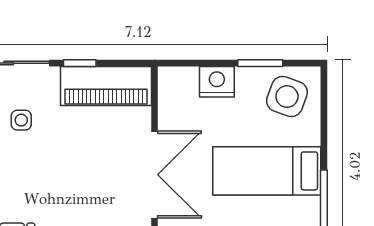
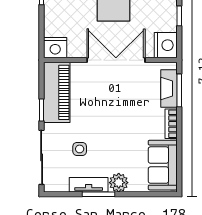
nightstand: (217, 82) -> (55, 48), moved, turned -90

